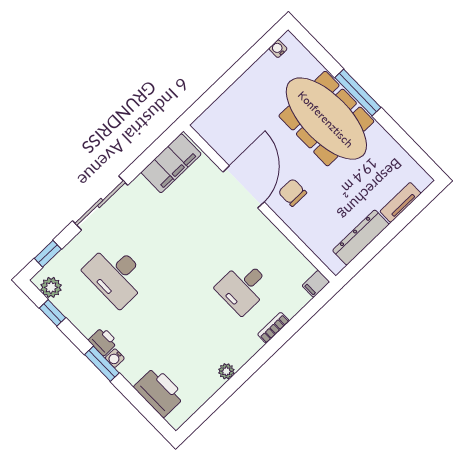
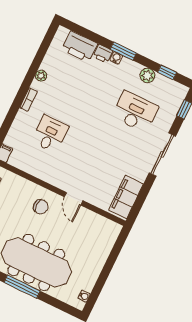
door: (244, 187) -> (74, 199), width x0.53
plant: (51, 287) -> (147, 75), moved
bookcase: (273, 328) -> (28, 100), moved
printer: (103, 341) -> (103, 54), moved

